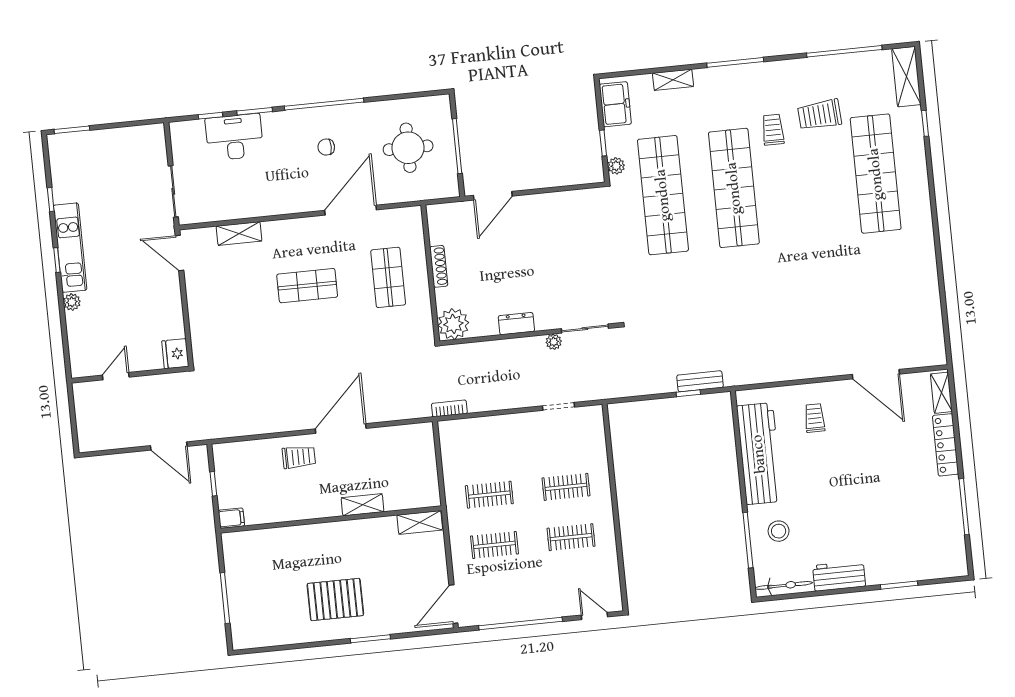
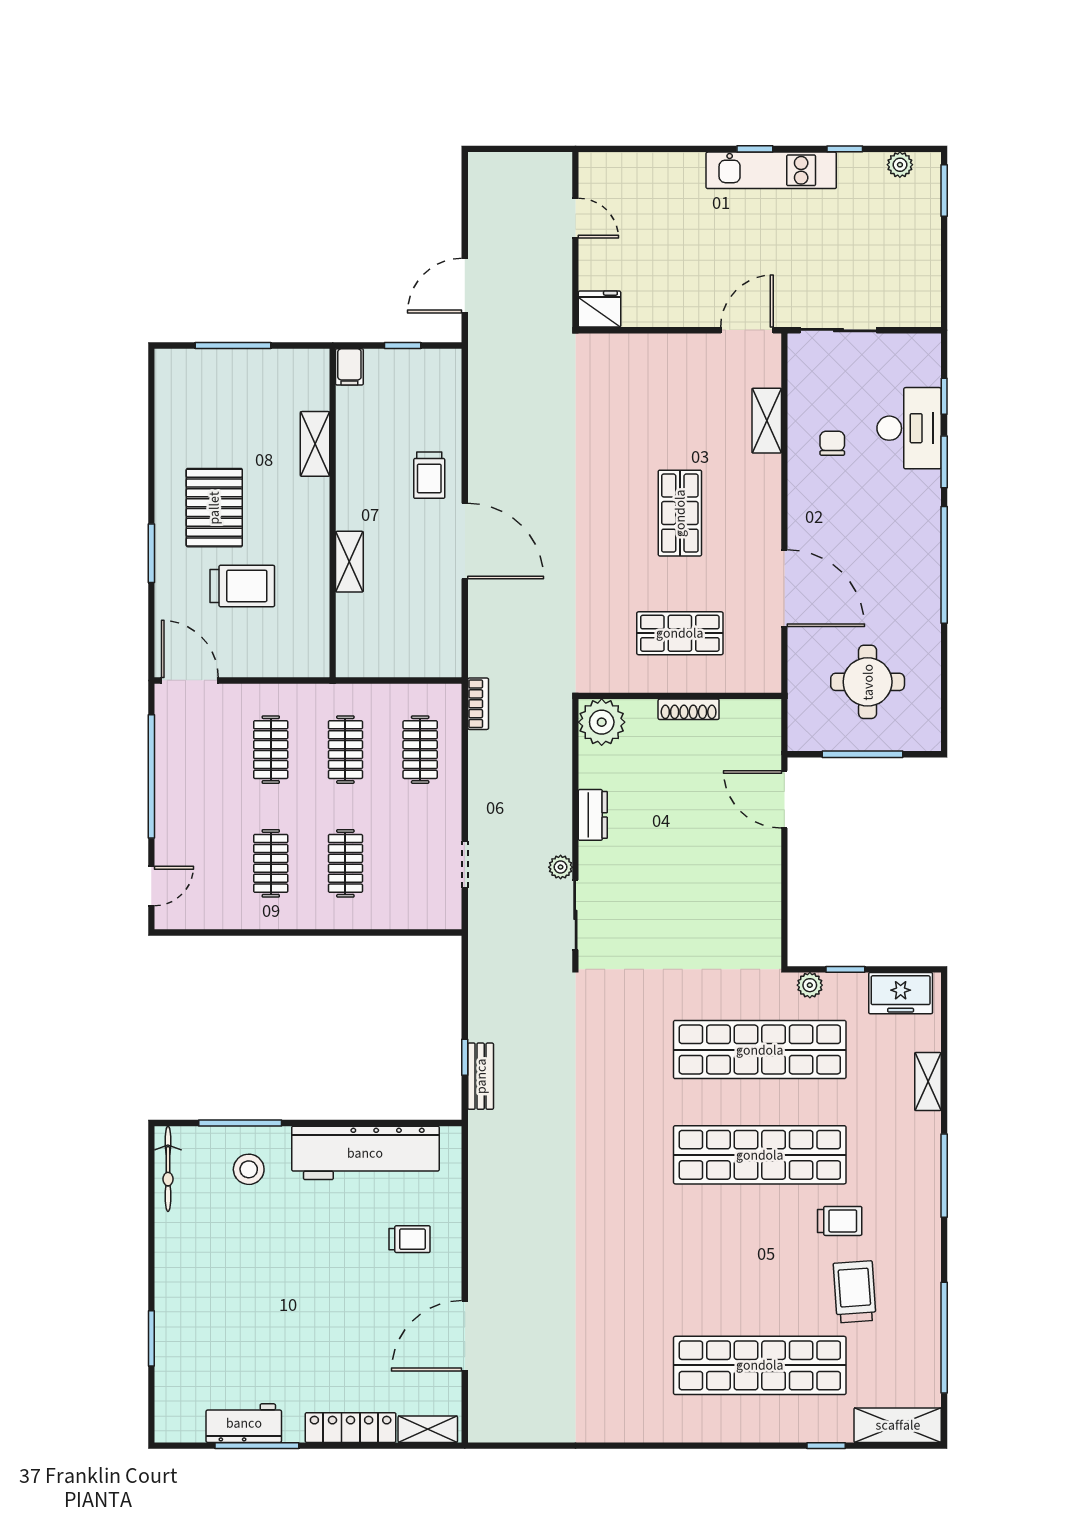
chair: (326, 147) -> (832, 443), moved
plant: (72, 302) -> (900, 165), moved
clothes rail: (484, 444) -> (420, 750), added
shelving: (420, 522) -> (315, 444), moved
trolley: (386, 575) -> (242, 586), added
workbench: (839, 576) -> (244, 1423), moved, turned -90

